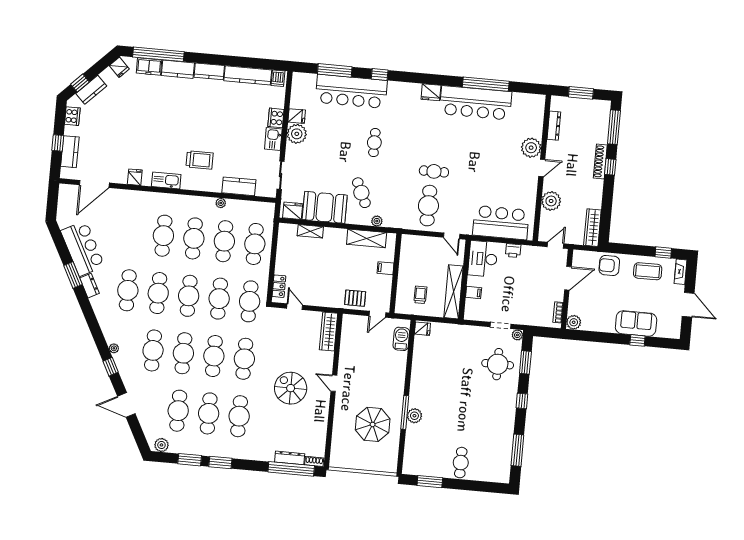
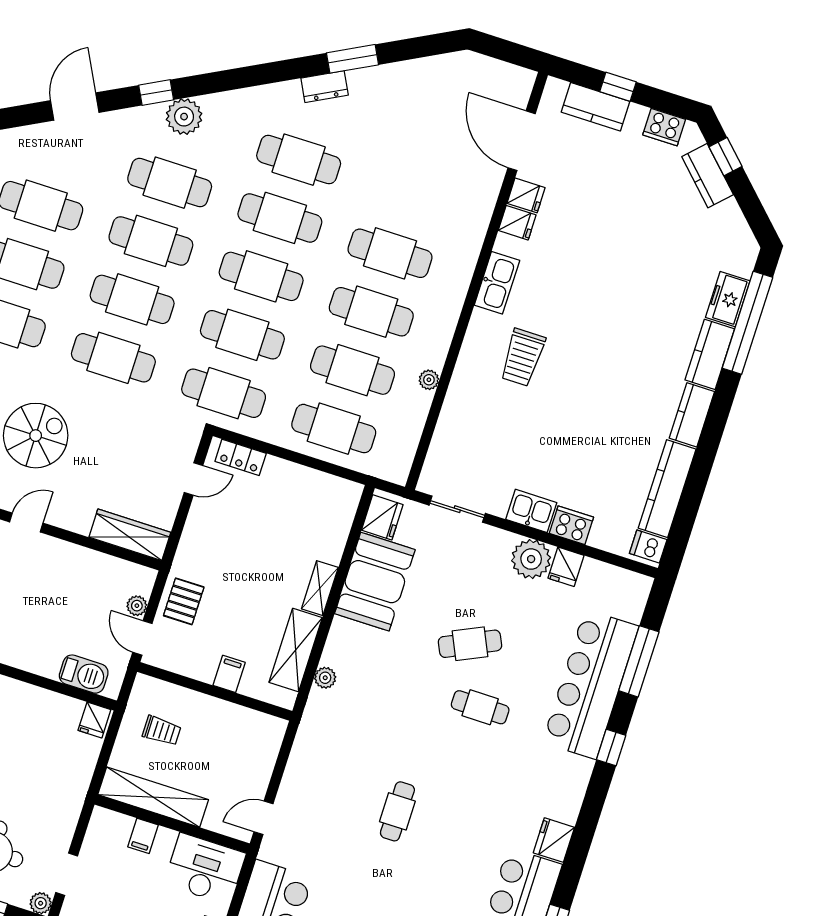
fridge: (119, 67) -> (526, 195), moved, turned -135
kitchen counter: (239, 186) -> (454, 423), removed
cafe table: (361, 193) -> (470, 644), moved
cafe table: (428, 206) -> (333, 786), removed
shelving: (310, 231) -> (320, 588), moved
bar counter: (83, 248) -> (400, 89), removed
plant: (362, 320) -> (137, 606), added
plant: (114, 348) -> (184, 117), width x1.88, depth x1.88

